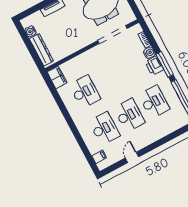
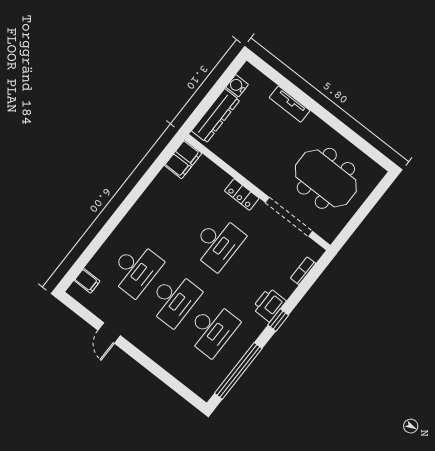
water cooler: (149, 53) -> (286, 288), removed
locker: (89, 54) -> (242, 194), added
window: (165, 64) -> (278, 320), width x0.46
desk: (85, 92) -> (218, 243), moved
door: (132, 157) -> (109, 333), swing flipped

